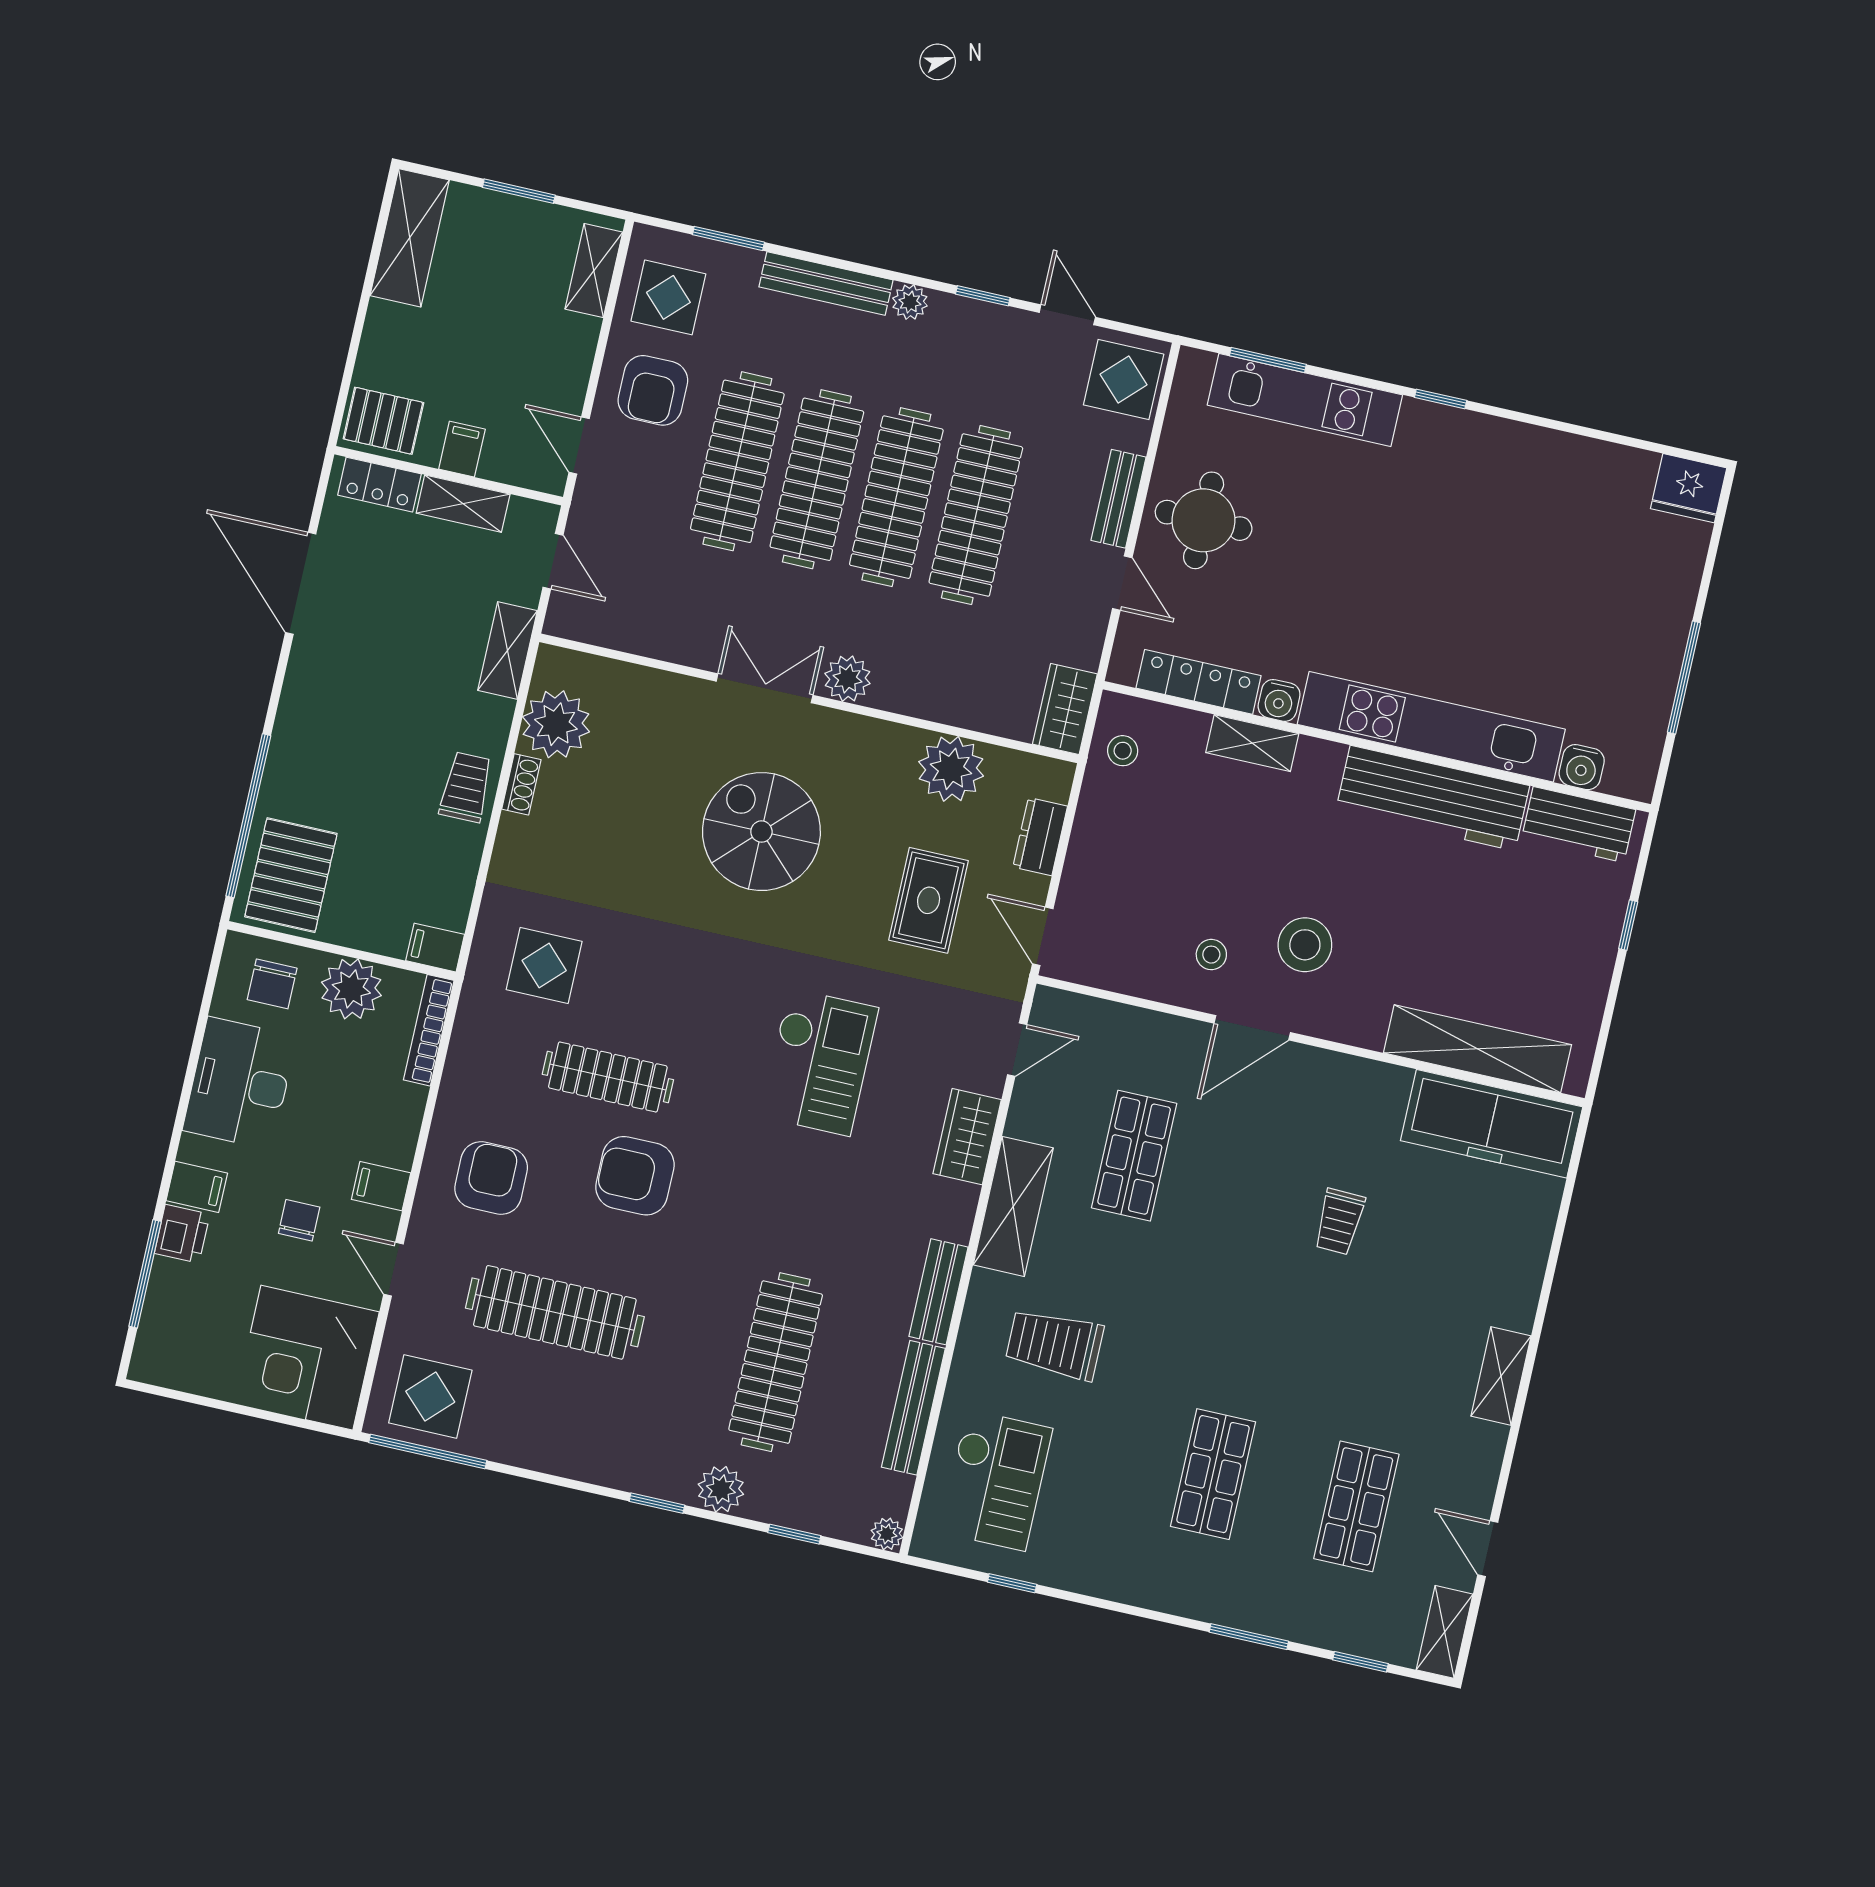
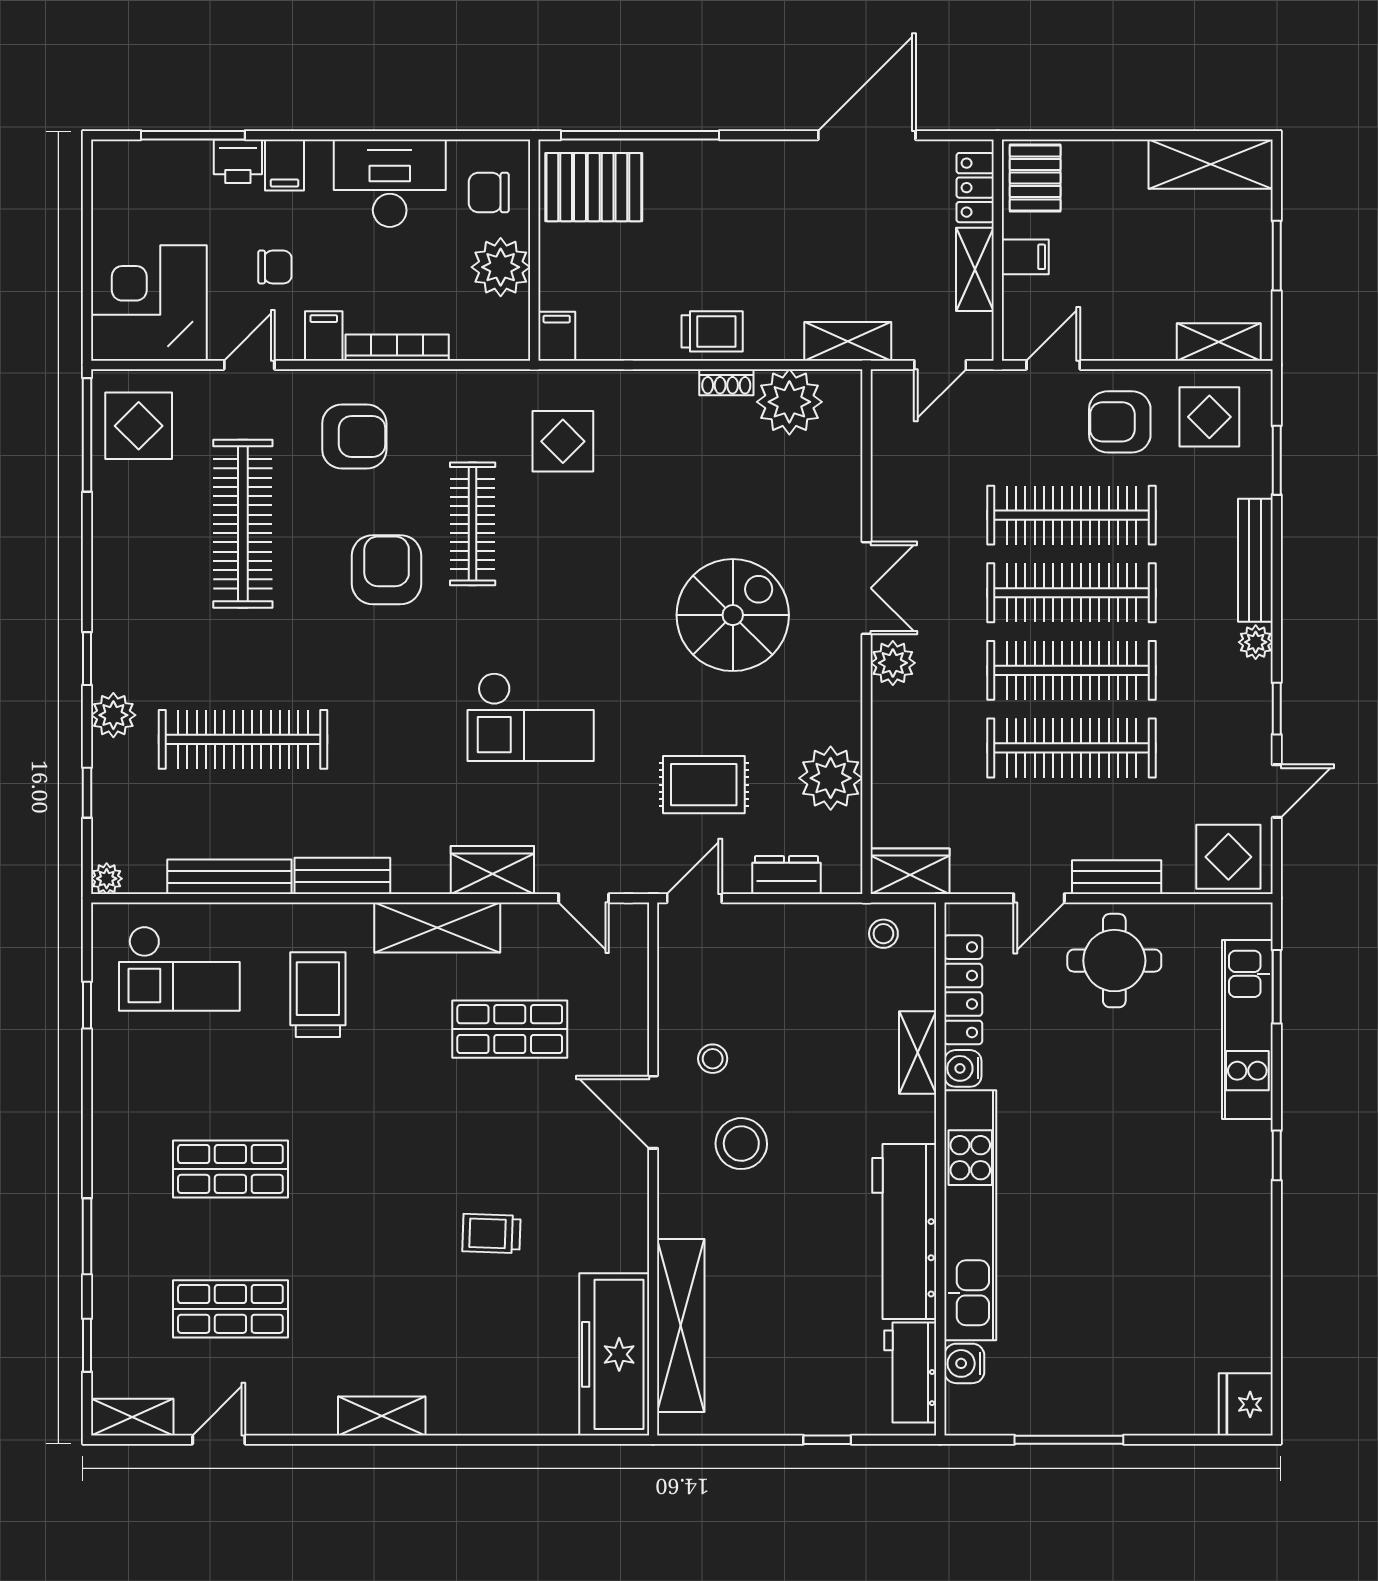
bookcase: (429, 1030) -> (397, 348), moved

